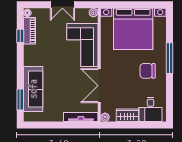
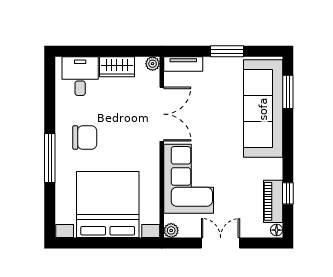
sofa: (33, 89) -> (263, 109), width x1.36, depth x1.27
tv unit: (81, 117) -> (183, 64), width x0.71
window: (58, 125) -> (227, 51), added

